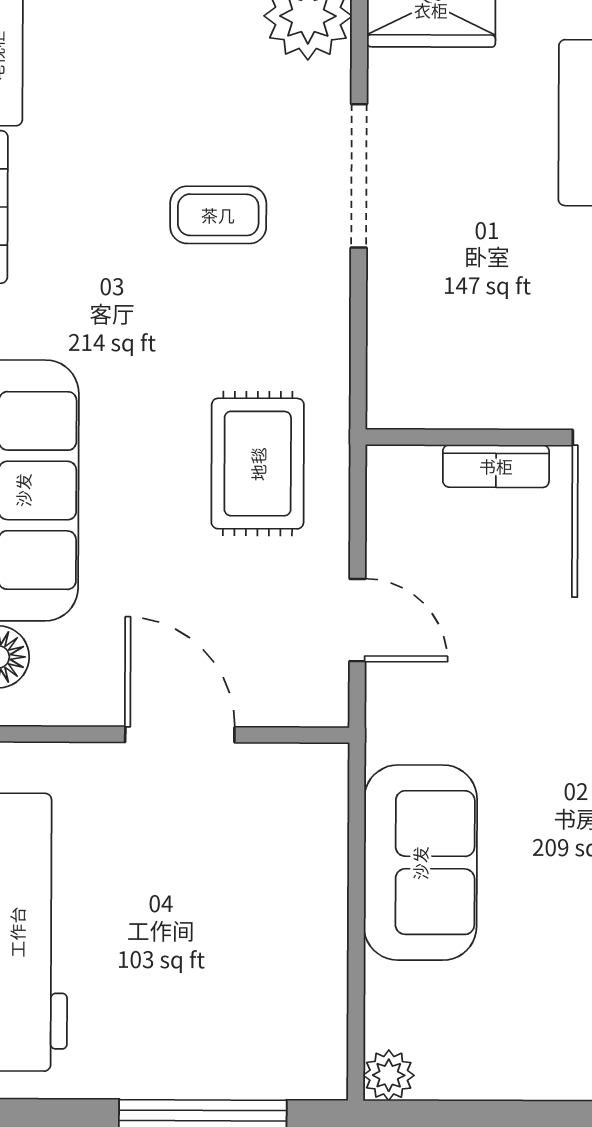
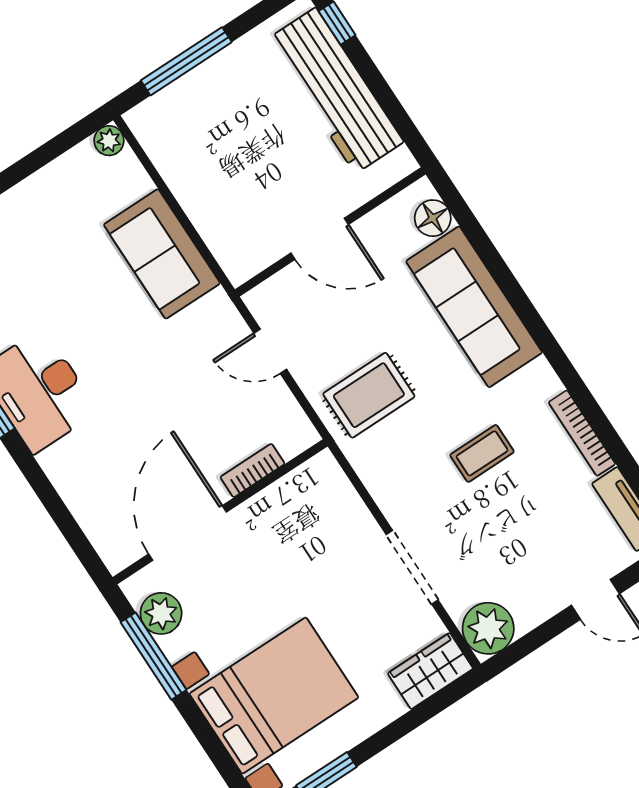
coffee table: (218, 215) -> (482, 453), moved
rug: (258, 464) -> (369, 395), turned 90

